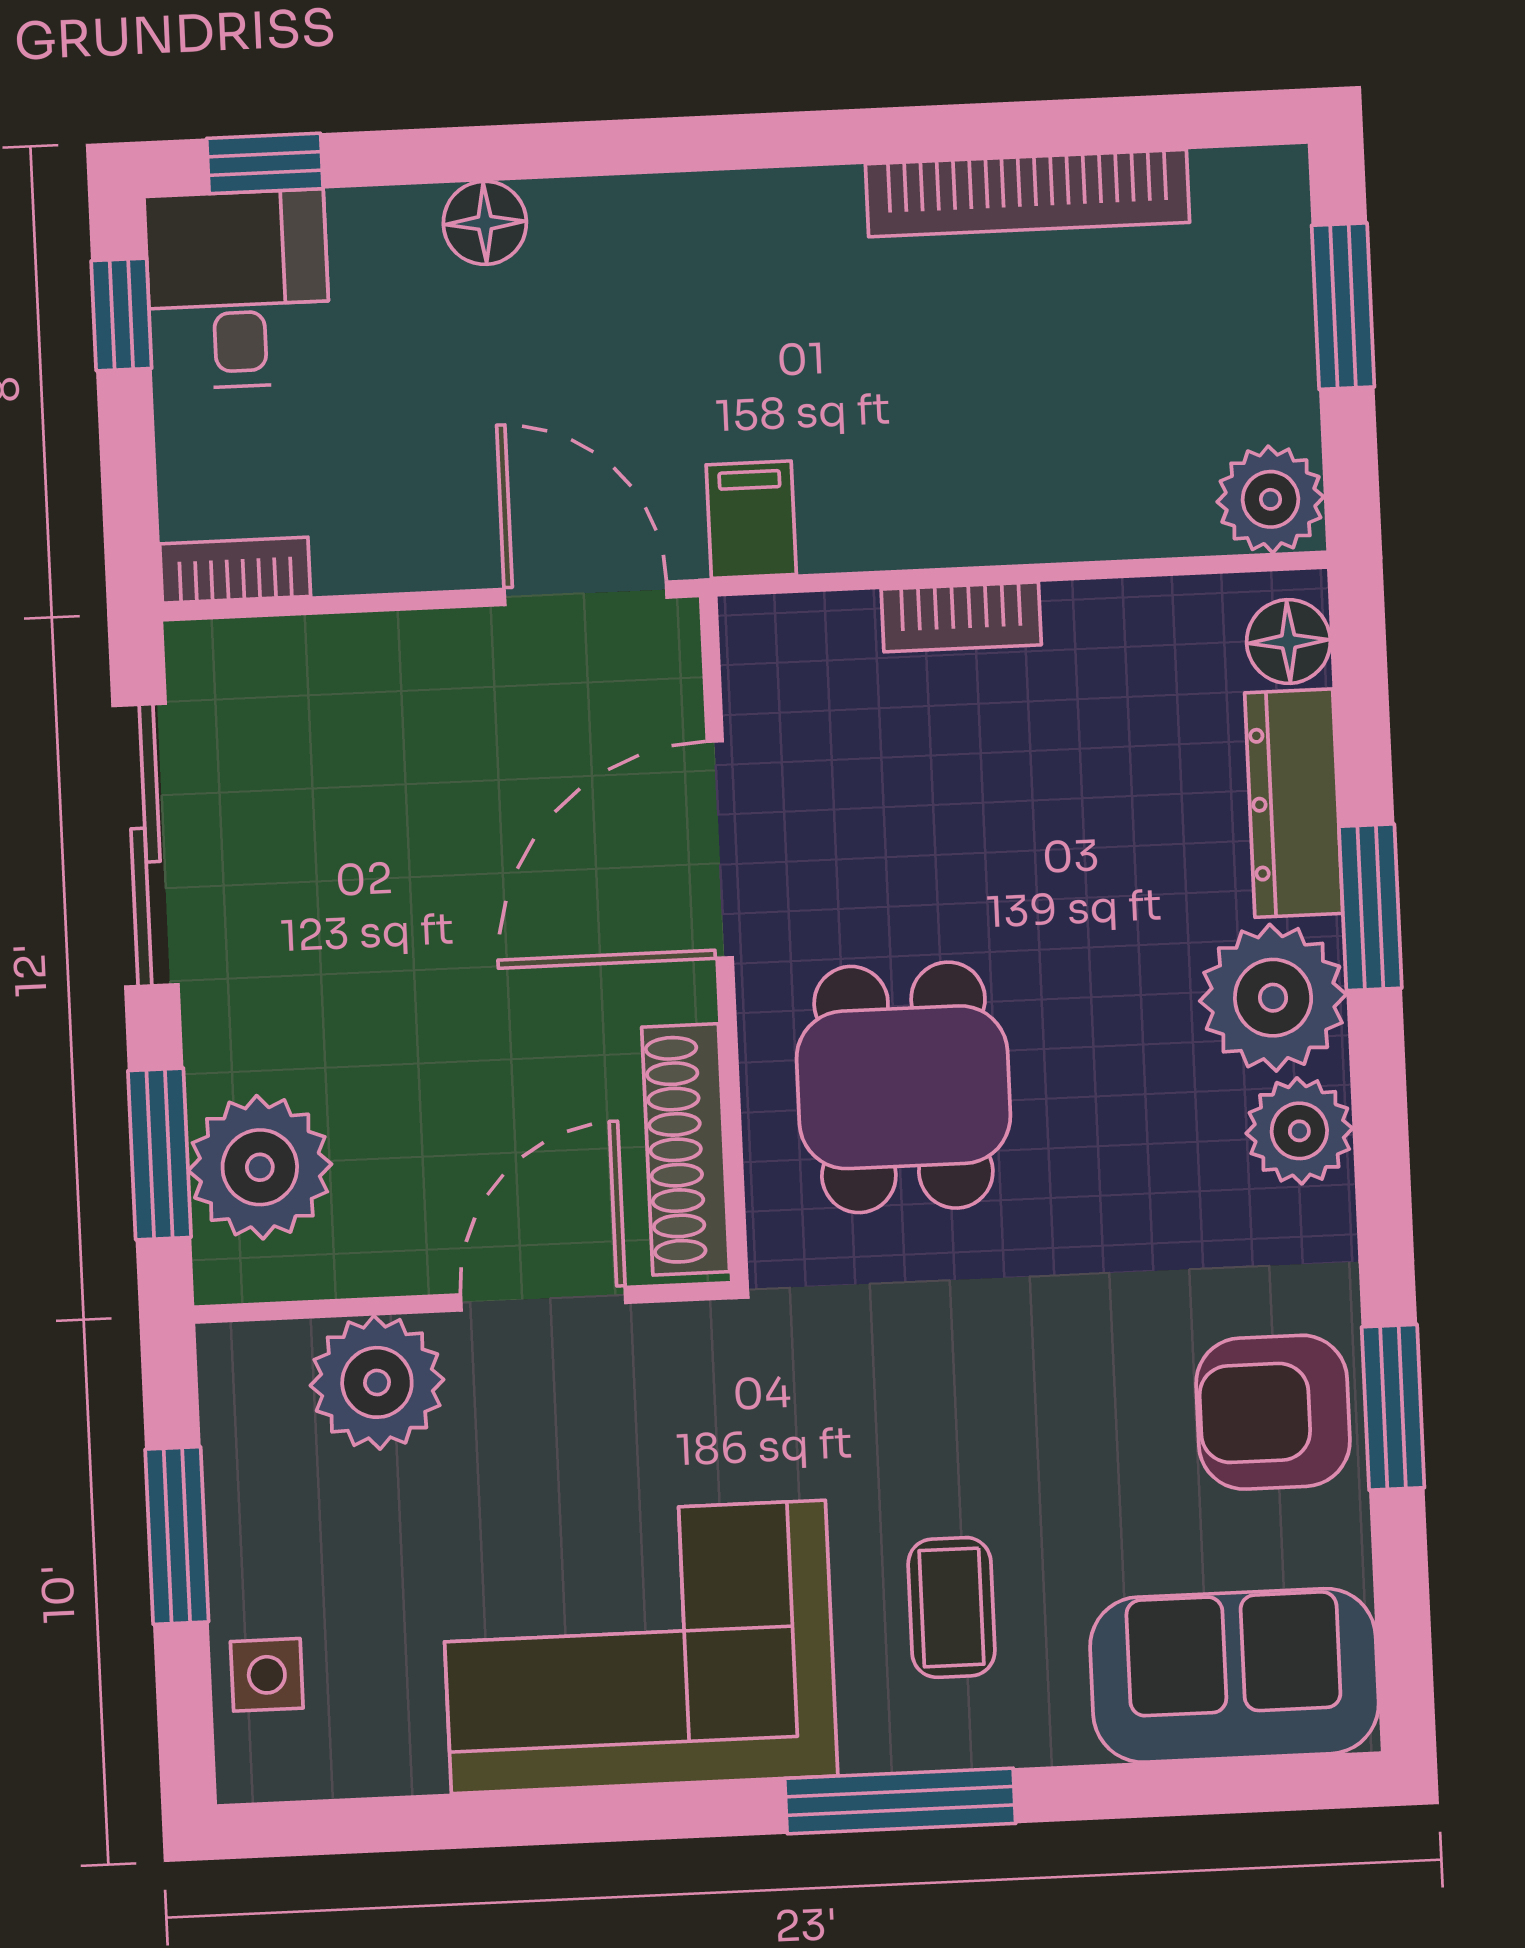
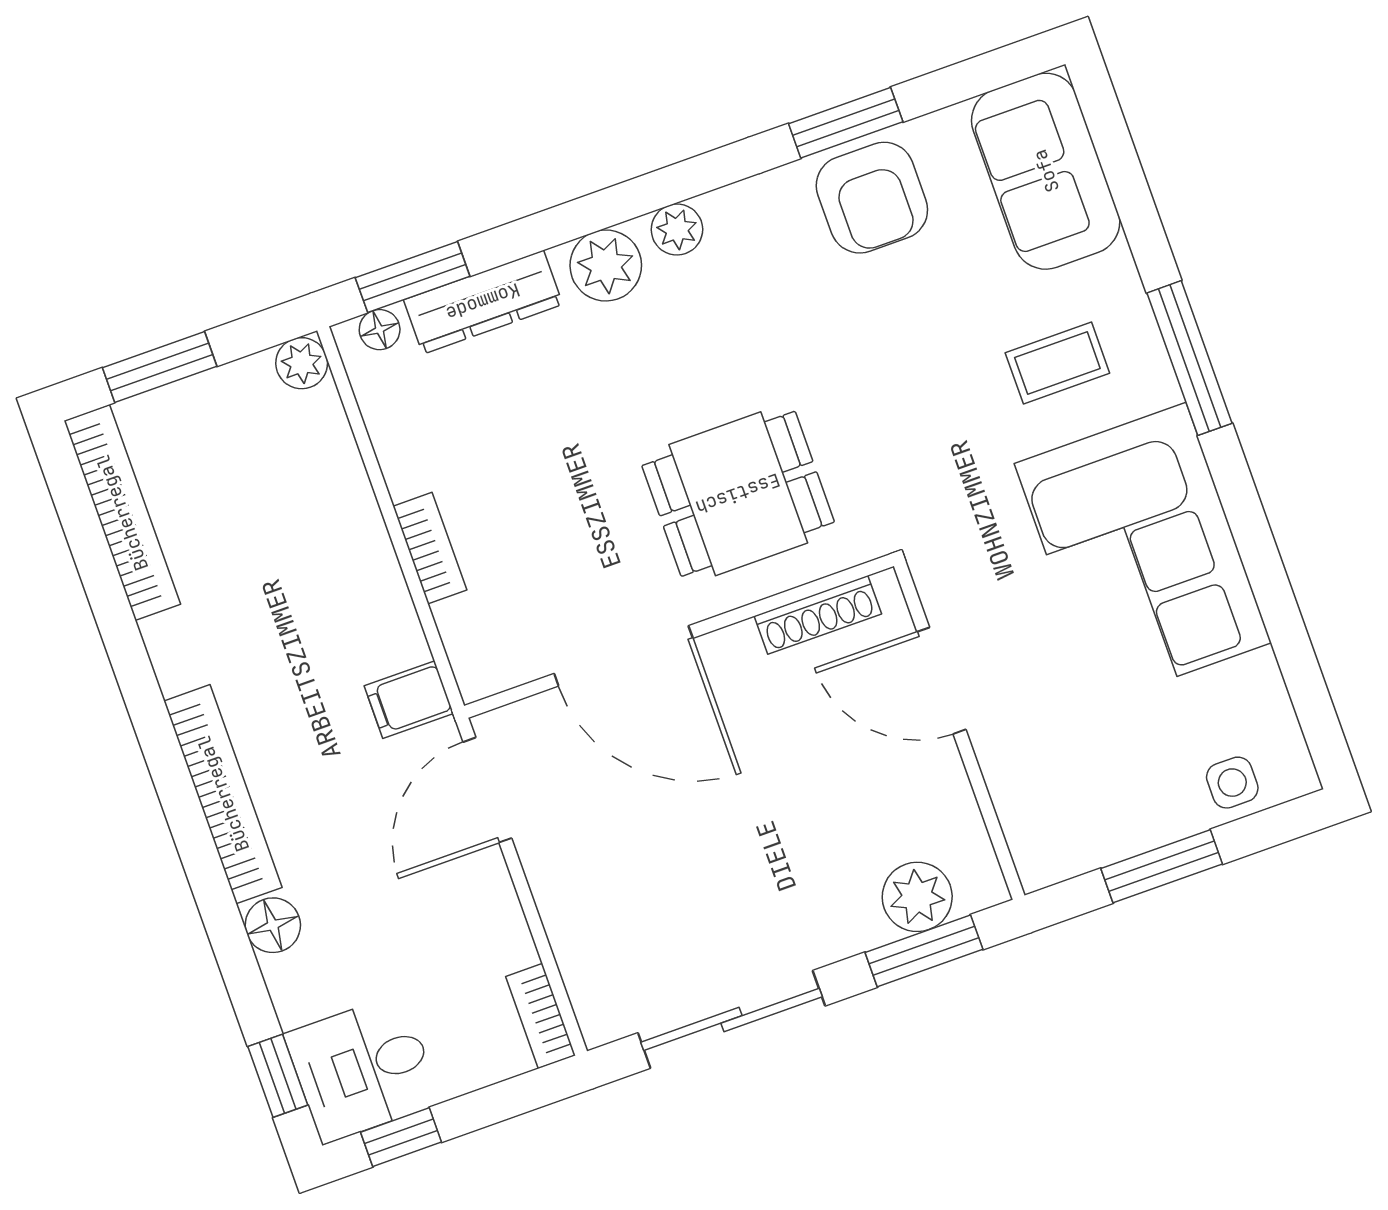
bookcase: (1027, 193) -> (122, 513), moved
bookcase: (697, 209) -> (223, 794), added
plant: (1271, 499) -> (302, 363), width x0.73, depth x0.73
floor lamp: (1289, 641) -> (380, 330), width x0.73, depth x0.73
window: (1370, 907) -> (413, 277), moved
plant: (1273, 998) -> (606, 265), width x0.73, depth x0.73
plant: (1299, 1131) -> (677, 229), width x0.73, depth x0.73
shoe rack: (686, 1149) -> (818, 615), width x0.74, depth x0.81
plant: (260, 1167) -> (917, 897), width x0.73, depth x0.73
plant: (377, 1382) -> (1026, 769), removed

